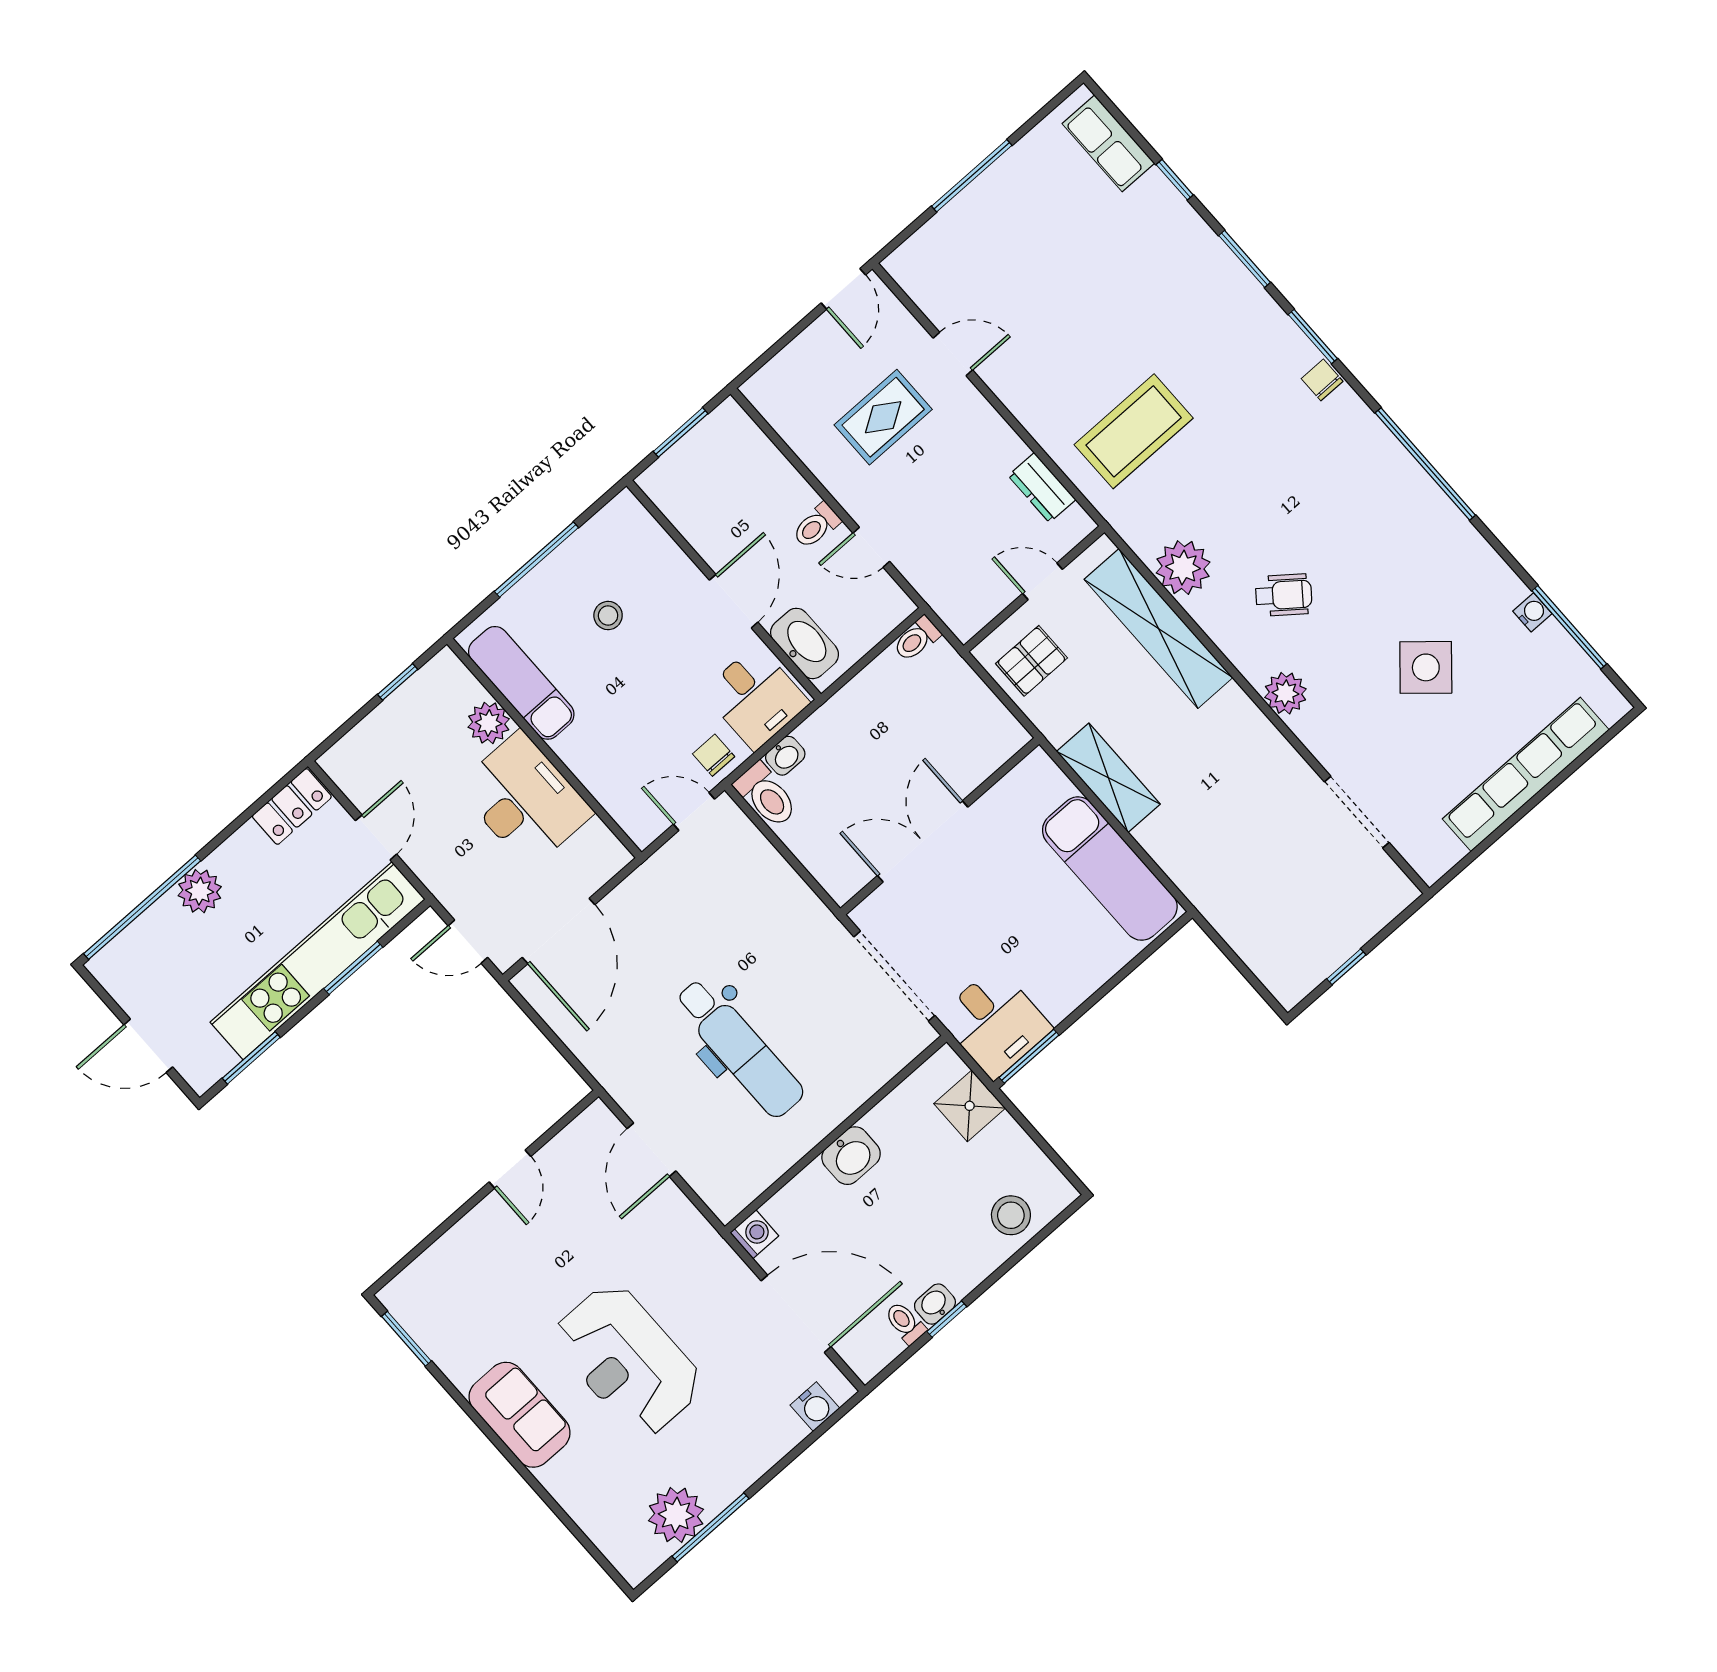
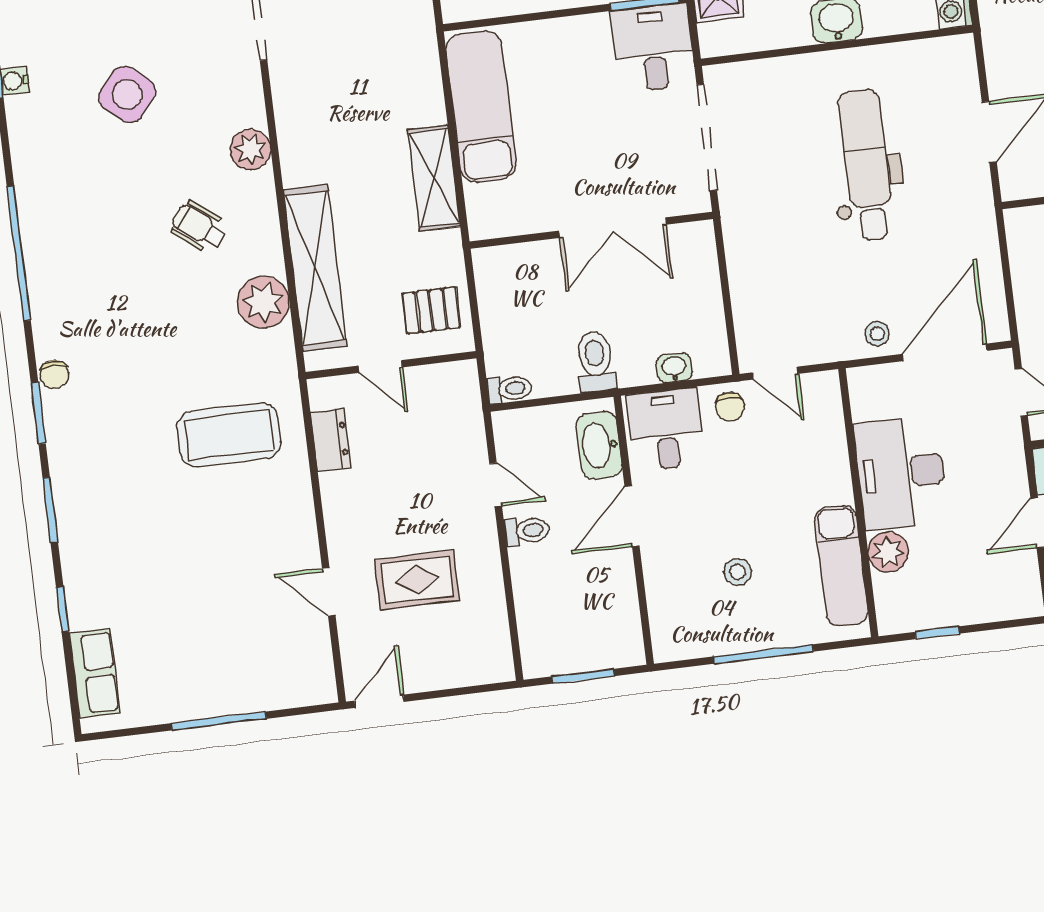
toilet: (766, 795) -> (595, 361), moved
stool: (629, 907) -> (877, 334), added

